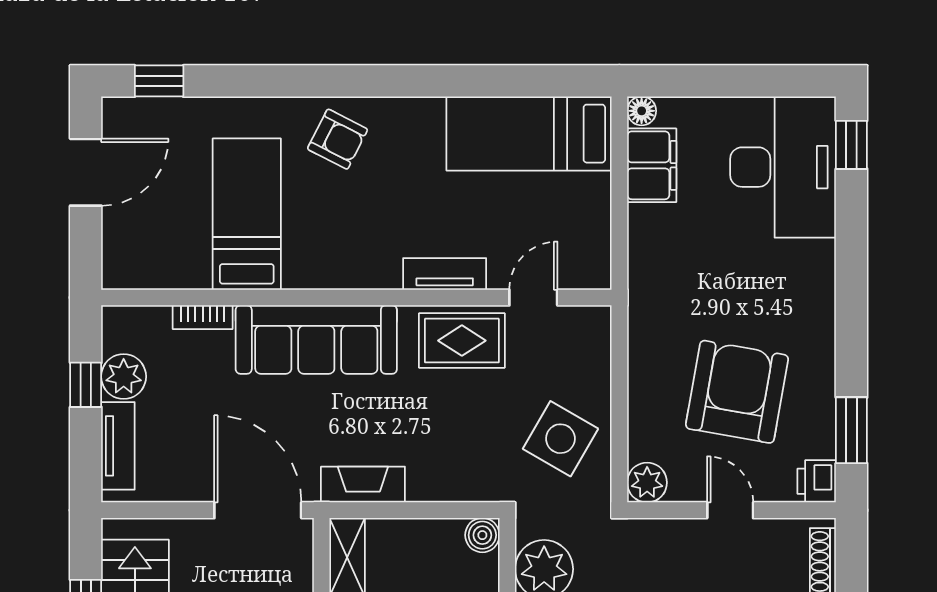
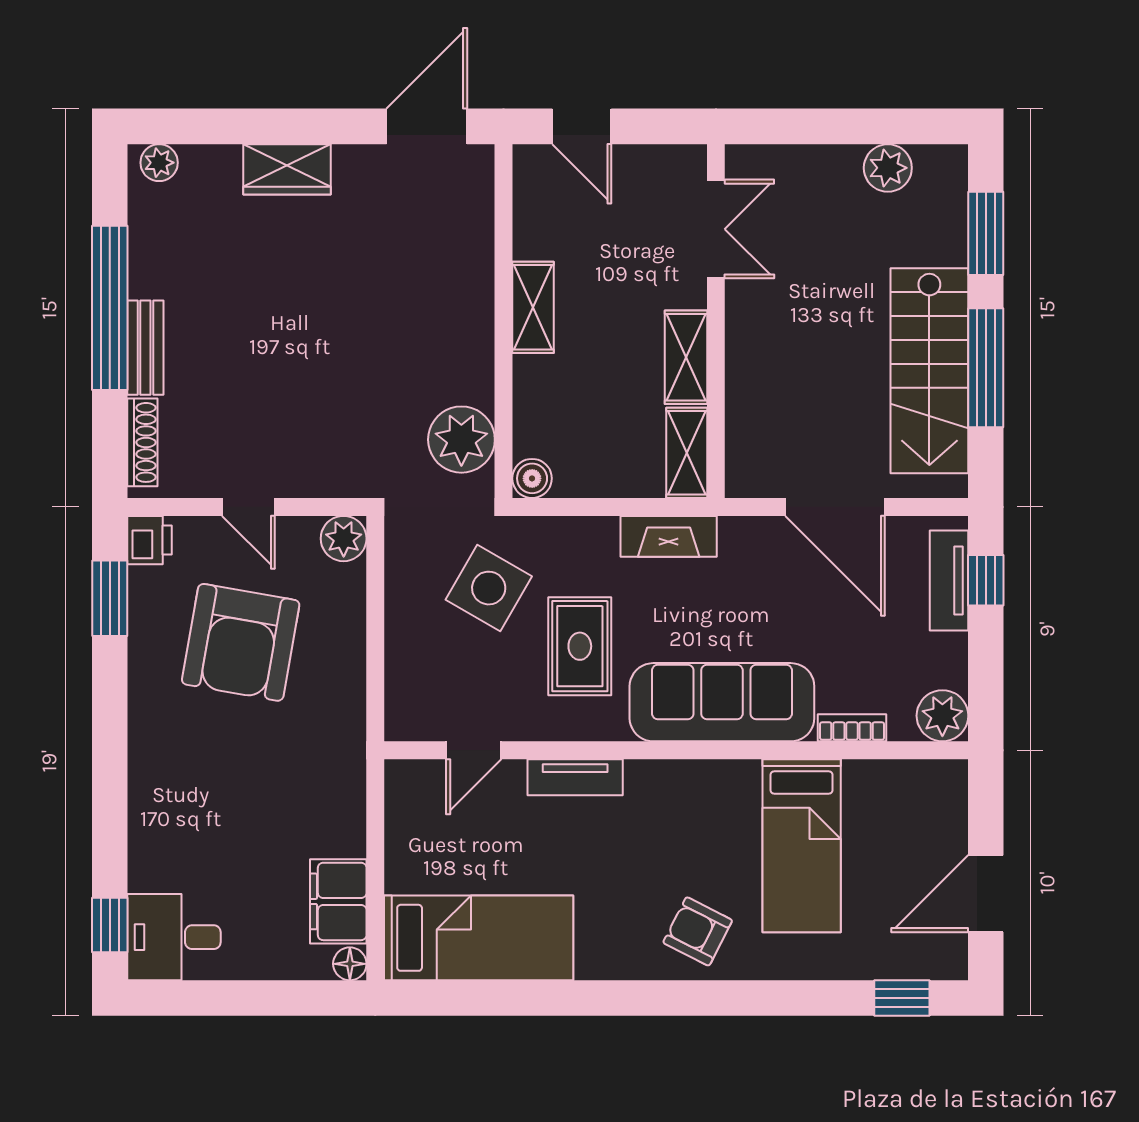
desk: (783, 167) -> (174, 937), width x0.53, depth x0.77
rug: (462, 341) -> (580, 646), moved, turned 90
plant: (124, 376) -> (942, 716), moved
window: (86, 385) -> (986, 580), moved
side table: (560, 439) -> (489, 588), moved
door: (258, 510) -> (835, 507), moved

